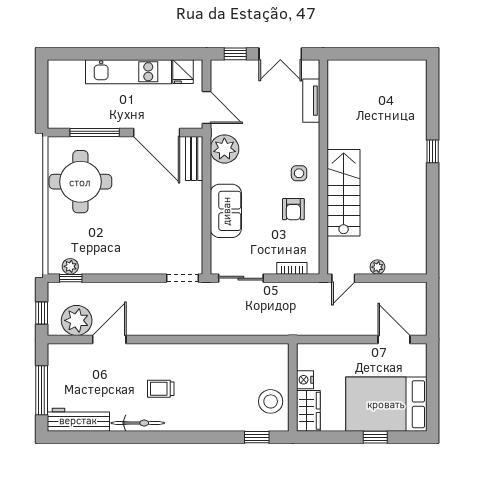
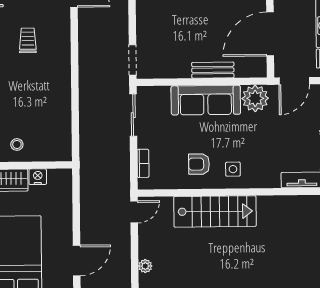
bench: (194, 159) -> (213, 70), moved
sofa: (226, 211) -> (206, 100), width x1.36
plant: (377, 267) -> (145, 266), moved
door: (343, 278) -> (134, 212), swing flipped
stool: (271, 401) -> (17, 144), width x0.53, depth x0.53

